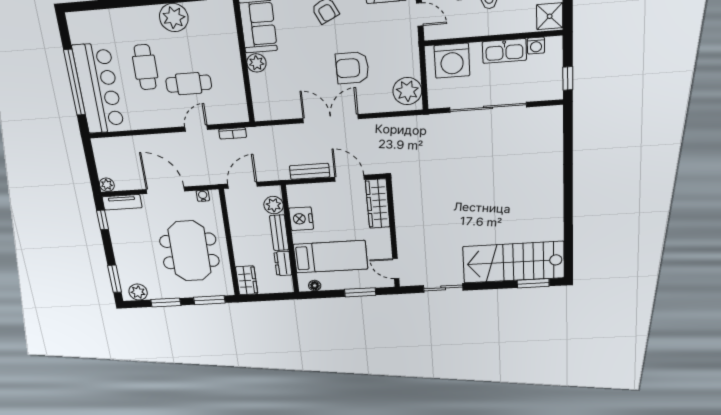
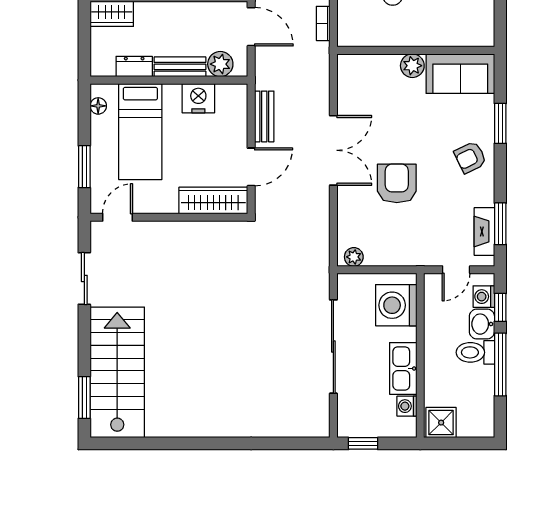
plant: (407, 91) -> (354, 257), width x0.53, depth x0.53

